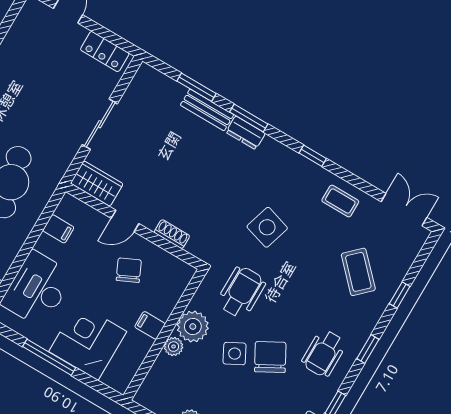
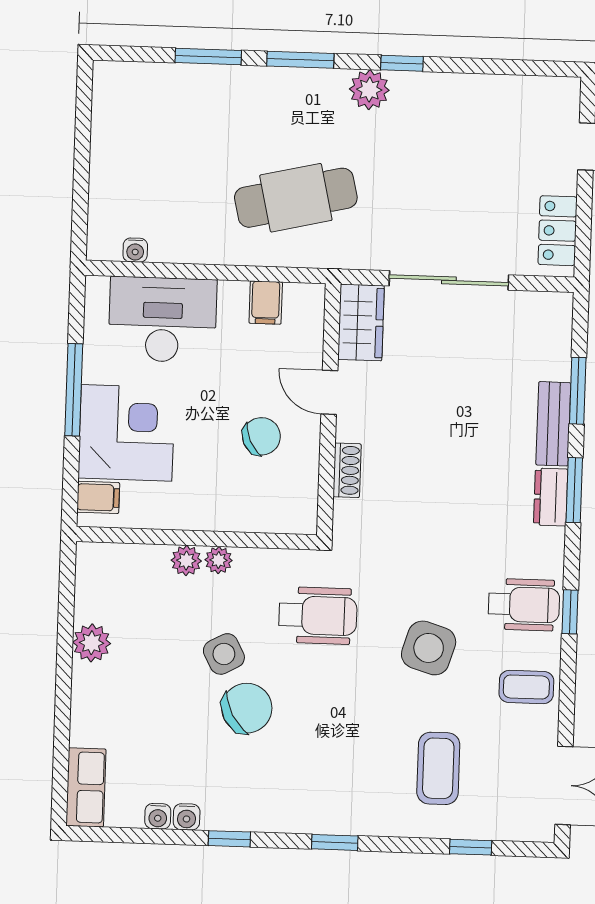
sliding door: (100, 124) -> (449, 280), width x1.37
coffee table: (340, 201) -> (526, 687), turned 90
side table: (267, 227) -> (429, 648), moved
coffee table: (358, 272) -> (438, 768), turned -46
window: (400, 295) -> (471, 847), moved
filing cabinet: (150, 325) -> (98, 497), moved, turned 90
plant: (193, 327) -> (219, 560), width x0.53, depth x0.53
wheelchair: (324, 353) -> (524, 605), moved, turned 180

